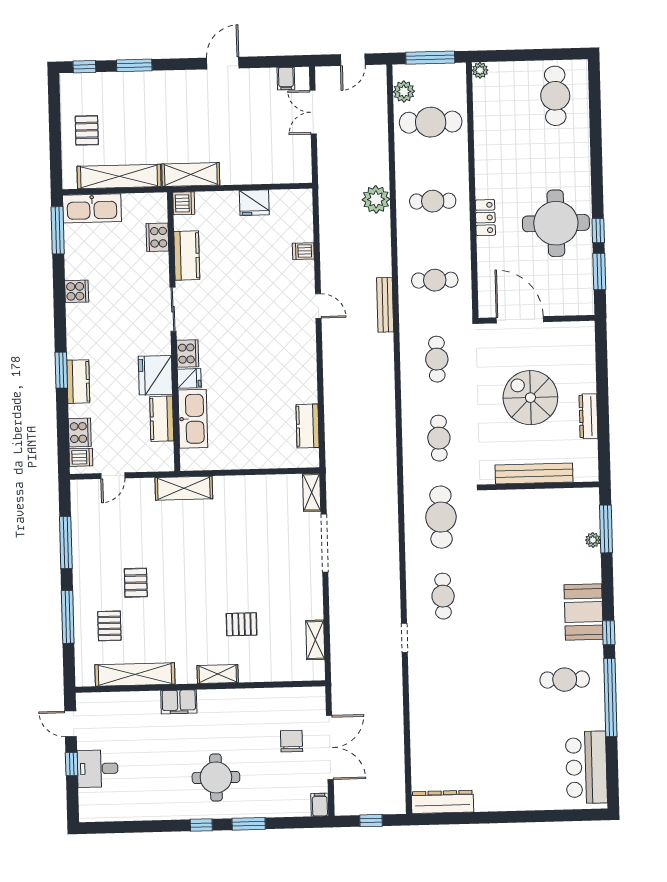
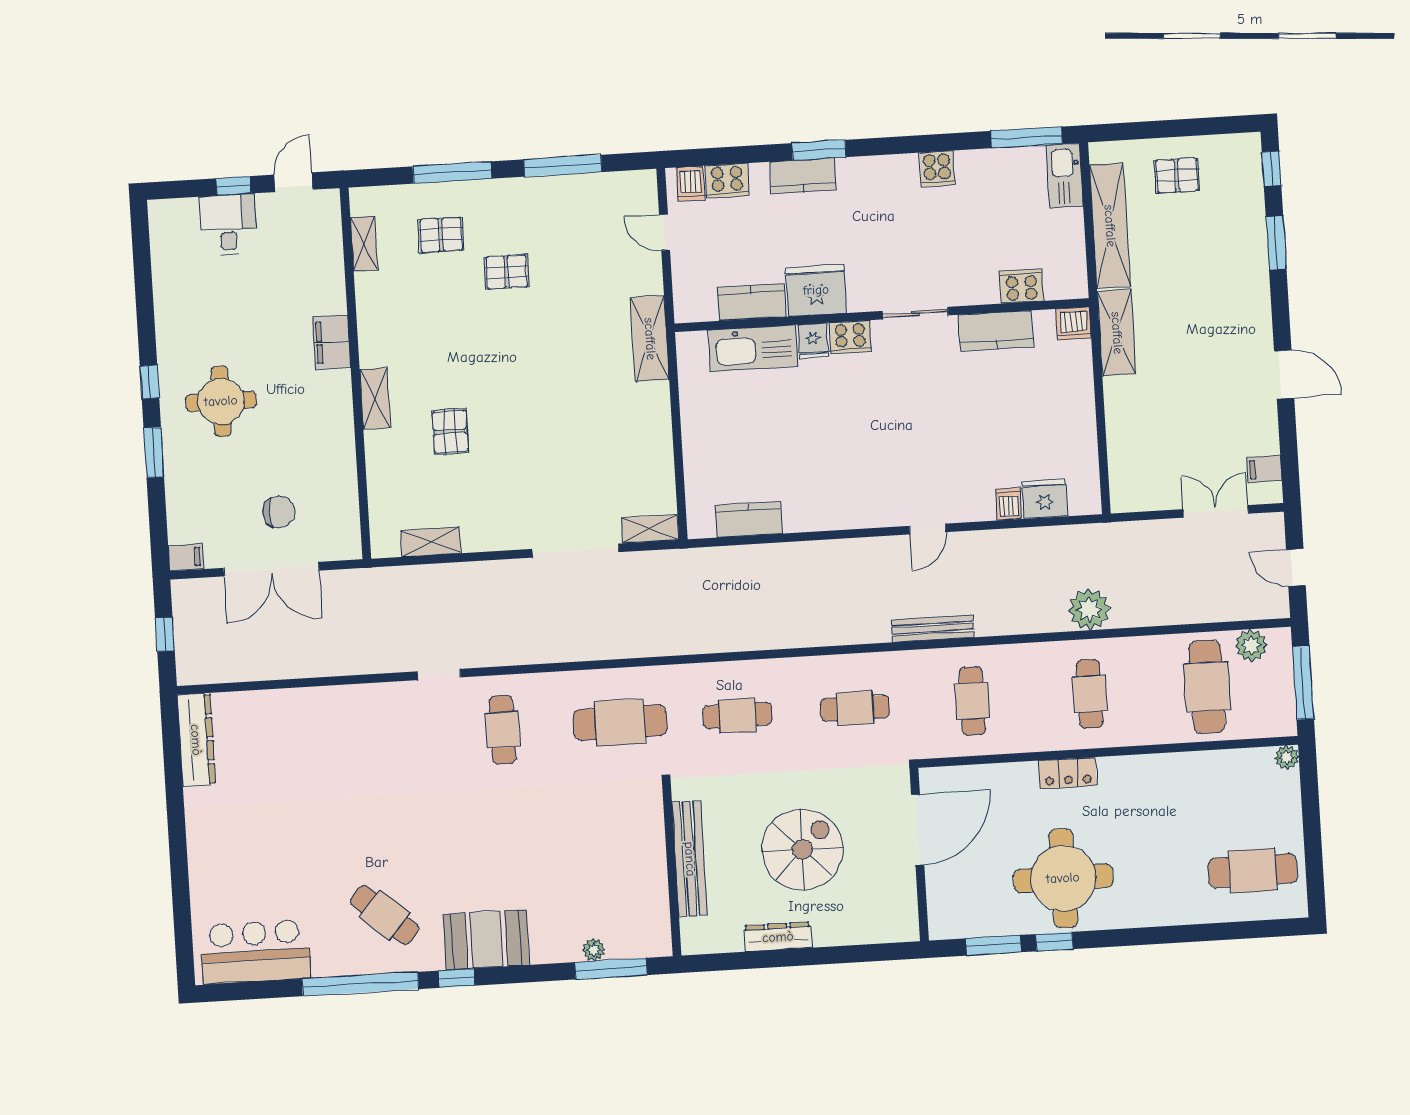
fridge: (254, 203) -> (1045, 499), moved, turned 90
kitchen sink: (92, 208) -> (1065, 176), width x0.73, depth x0.81
cafe table: (443, 596) -> (503, 730), turned 90
shelving: (135, 674) -> (364, 244), width x0.45, depth x0.75
cafe table: (565, 680) -> (385, 915), turned -49

